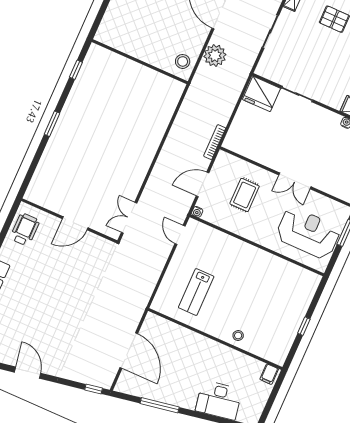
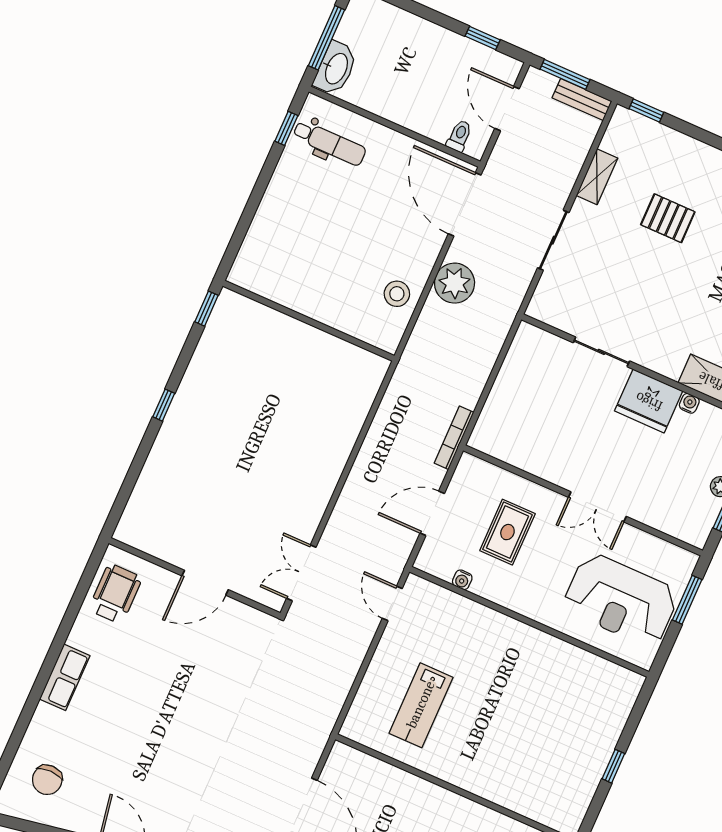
wall: (140, 62) -> (309, 321), moved
fridge: (262, 94) -> (649, 401), moved
window: (52, 124) -> (164, 405), width x0.67
water cooler: (197, 212) -> (462, 580), moved
reception desk: (308, 233) -> (621, 600), turned 180
stool: (238, 335) -> (496, 783), removed

